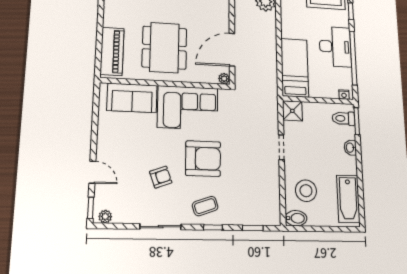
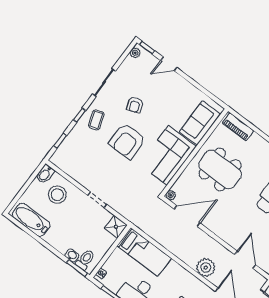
door: (232, 50) -> (187, 216), hinge flipped
piano: (112, 51) -> (238, 127), width x0.73, depth x0.75
washbasin: (350, 148) -> (72, 255), moved

